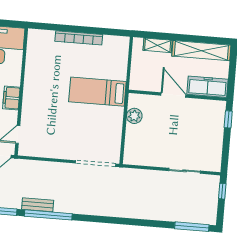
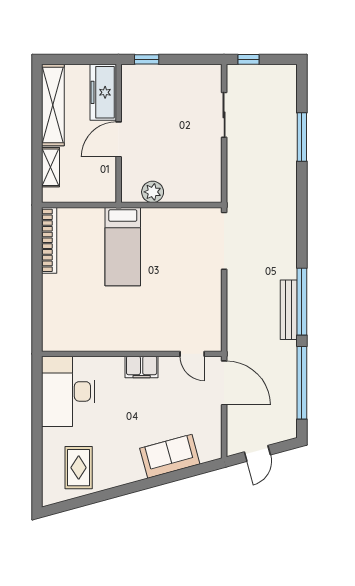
bookcase: (79, 38) -> (49, 240), moved
bench: (38, 205) -> (289, 310), width x1.36
window: (192, 227) -> (302, 137), moved

